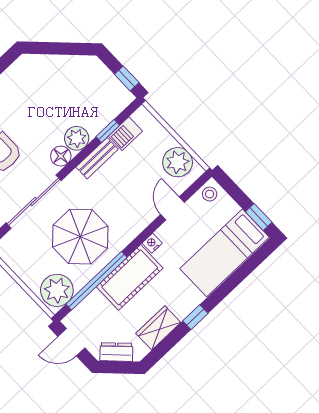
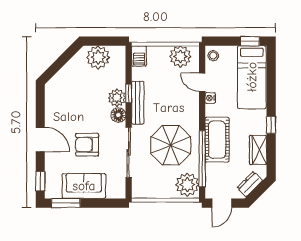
window: (127, 78) -> (110, 41), removed
plant: (99, 82) -> (98, 57), added
window: (108, 131) -> (129, 93), moved
barbecue: (125, 134) -> (139, 56), moved
bench: (97, 158) -> (138, 103), width x1.36
nightstand: (152, 243) -> (210, 98), moved

